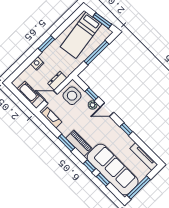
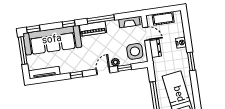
door: (51, 97) -> (146, 34), hinge flipped
window: (66, 143) -> (101, 19), width x1.44
window: (103, 180) -> (33, 29), moved

